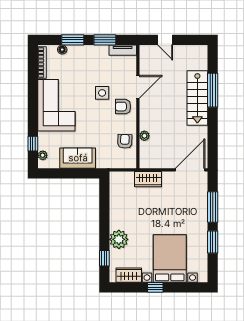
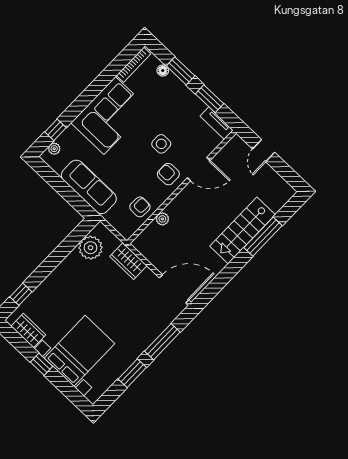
sofa: (78, 158) -> (89, 187), width x1.36
plant: (119, 239) -> (91, 248), moved

